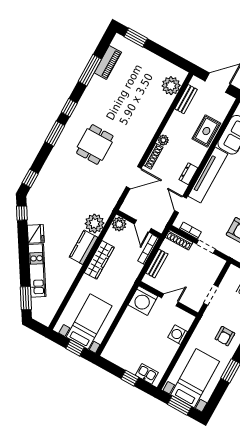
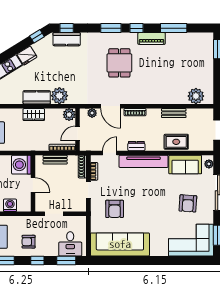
piano: (108, 63) -> (152, 38), moved
bench: (186, 99) -> (174, 113), moved
plant: (163, 140) -> (92, 113), moved
dining table: (95, 145) -> (119, 63), turned 90
kitchen counter: (41, 185) -> (67, 39), added
wardrobe: (99, 260) -> (34, 115), width x0.67

